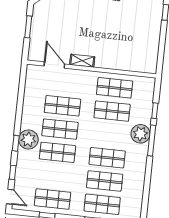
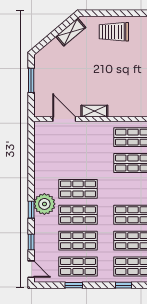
shop shelf: (62, 106) -> (78, 241), moved

